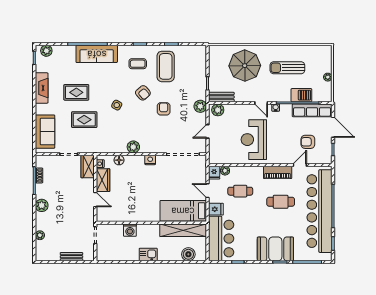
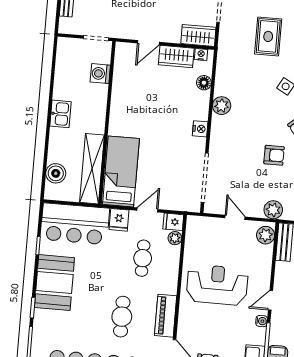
washing machine: (130, 230) -> (100, 74), moved
booth: (275, 249) -> (54, 283), moved

